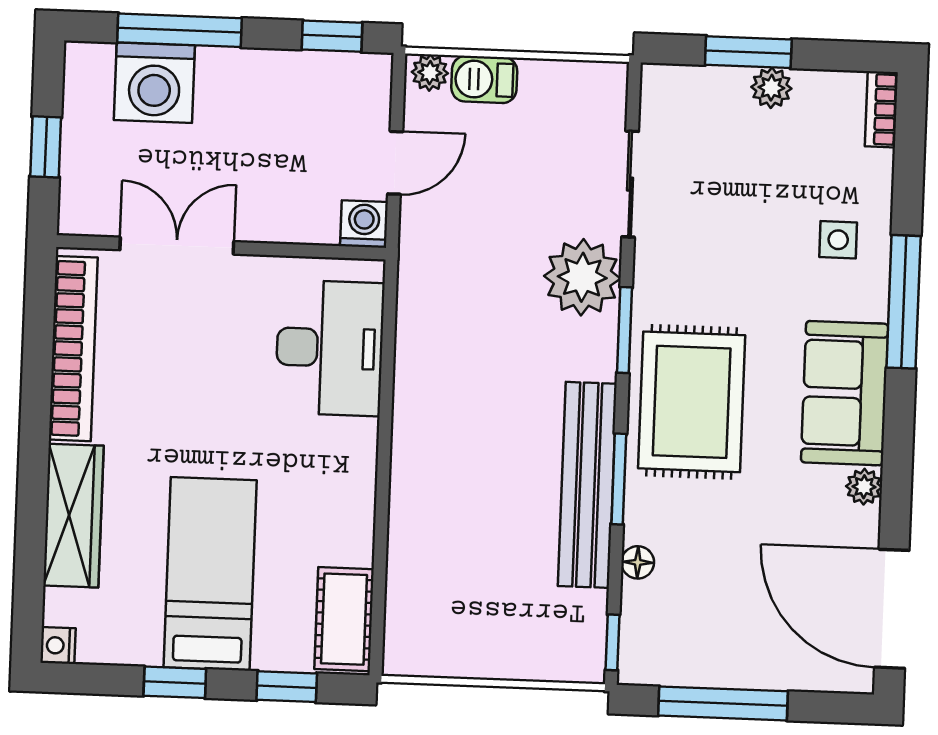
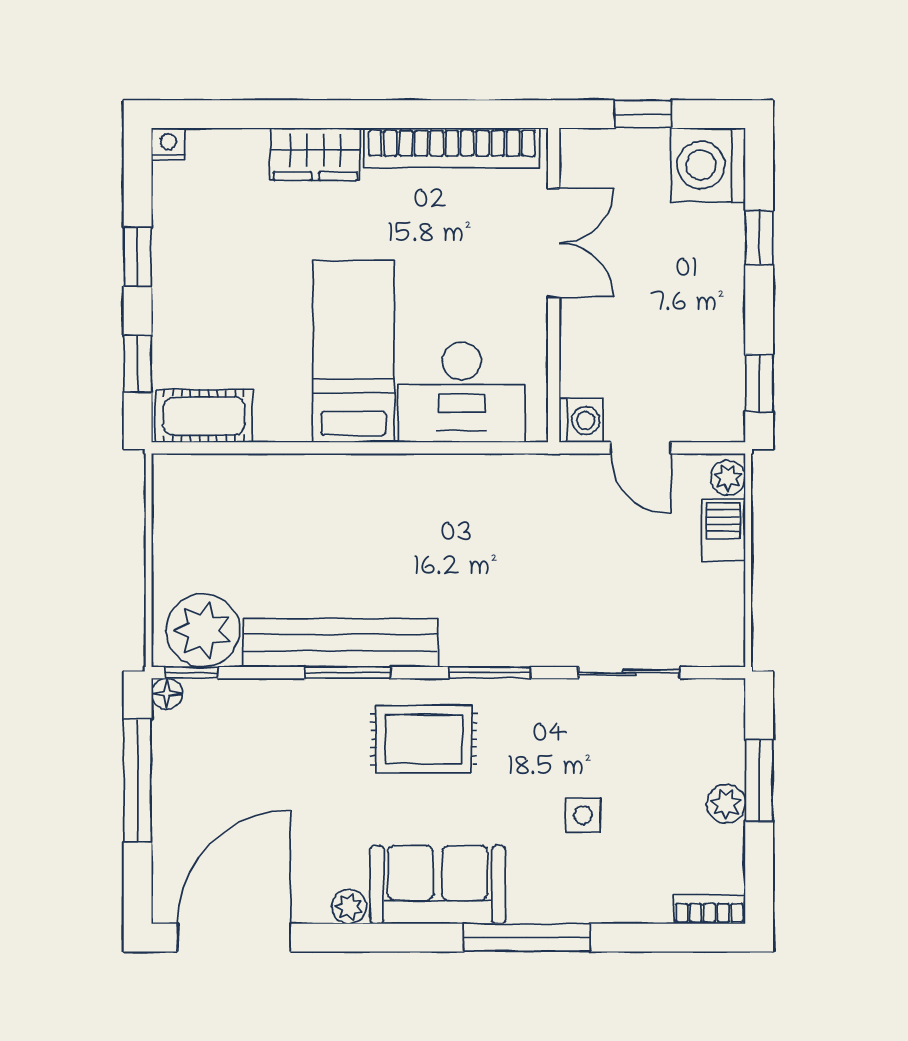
window: (180, 30) -> (759, 238), width x0.46
washing machine: (154, 83) -> (708, 165), moved
side table: (838, 240) -> (583, 815), moved
plant: (582, 277) -> (203, 630), moved
rug: (692, 402) -> (424, 739), width x0.73, depth x0.70
wardrobe: (73, 516) -> (315, 154), width x0.67
floor lamp: (638, 562) -> (167, 694), moved
bed: (210, 574) -> (354, 352), moved, turned -90

